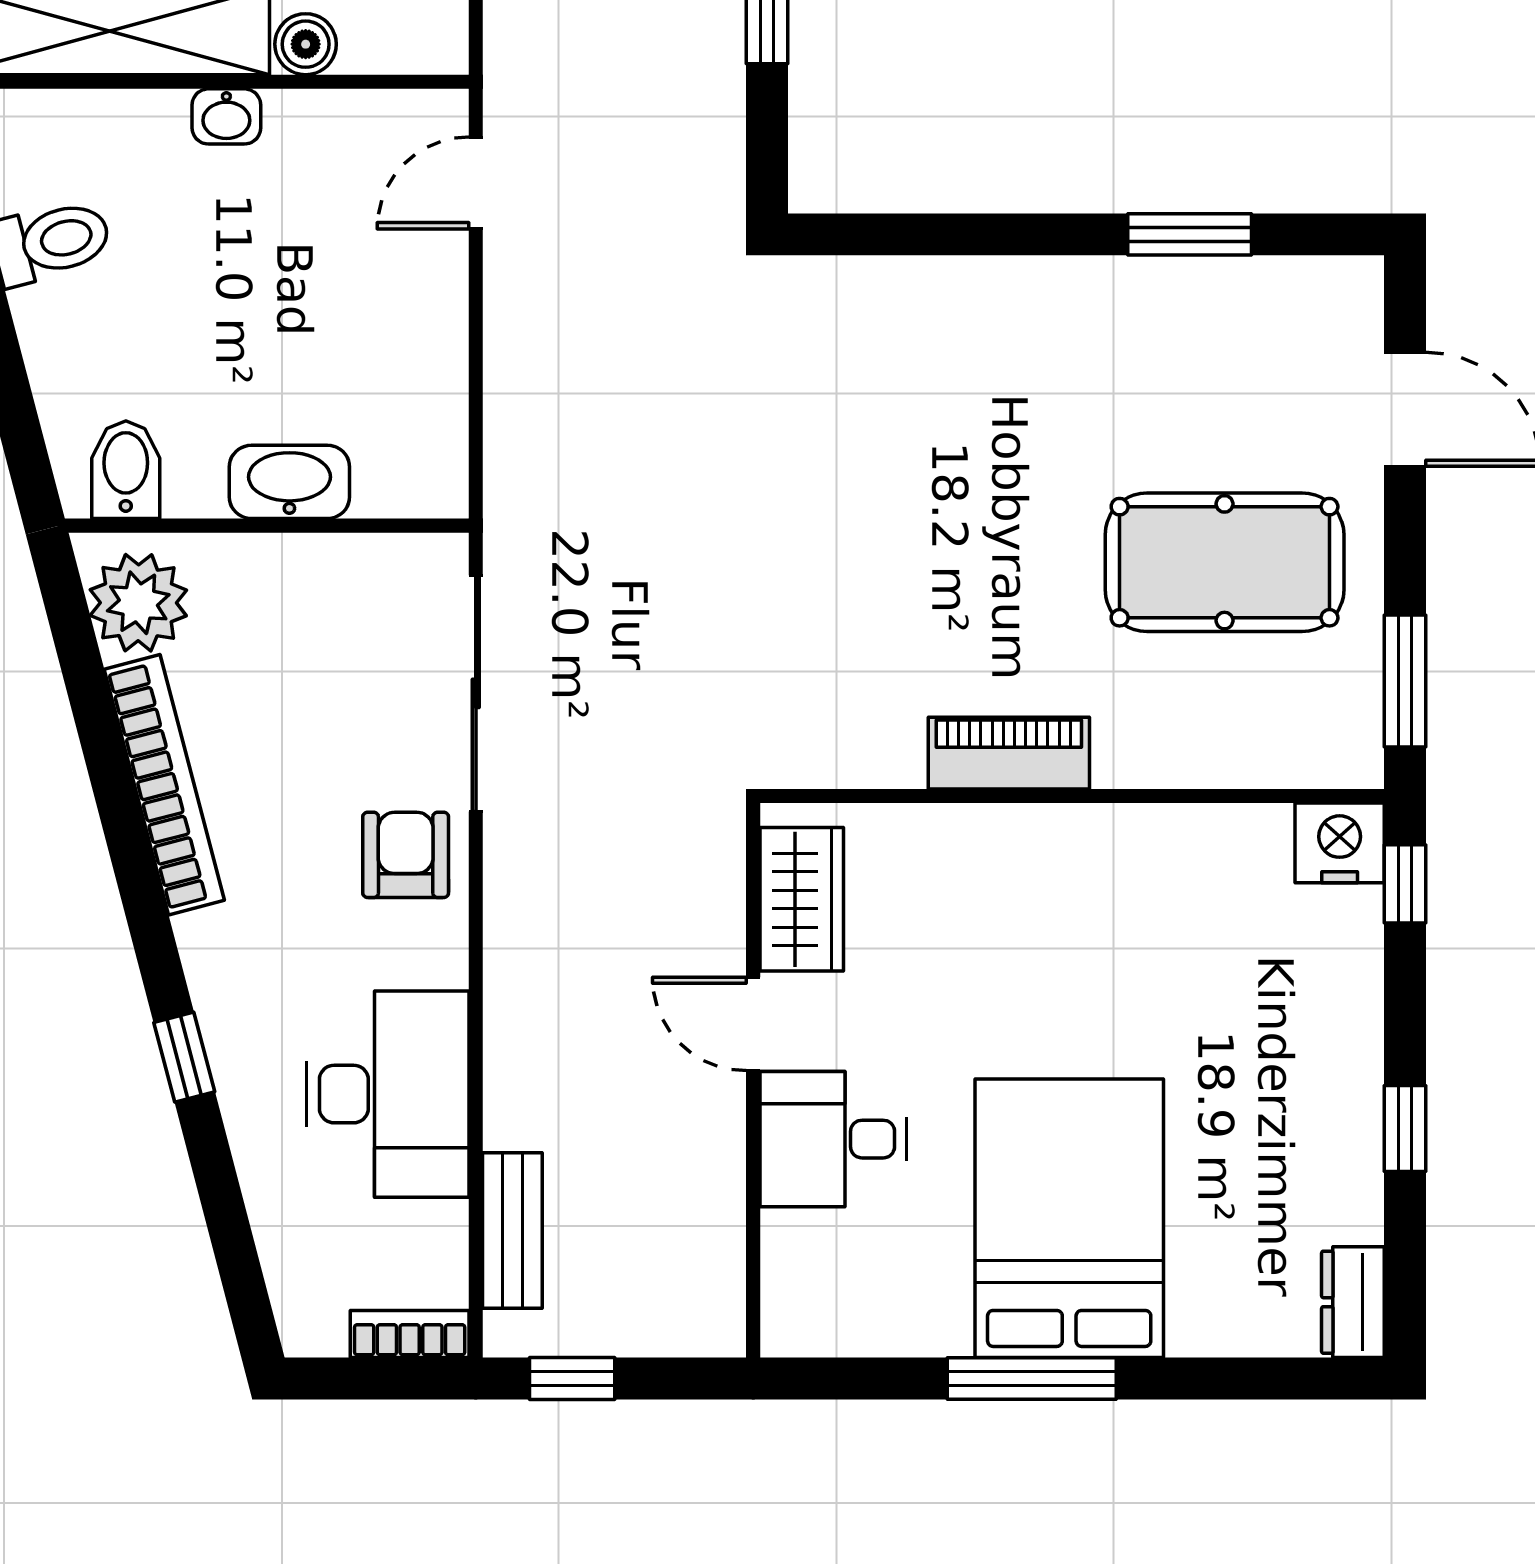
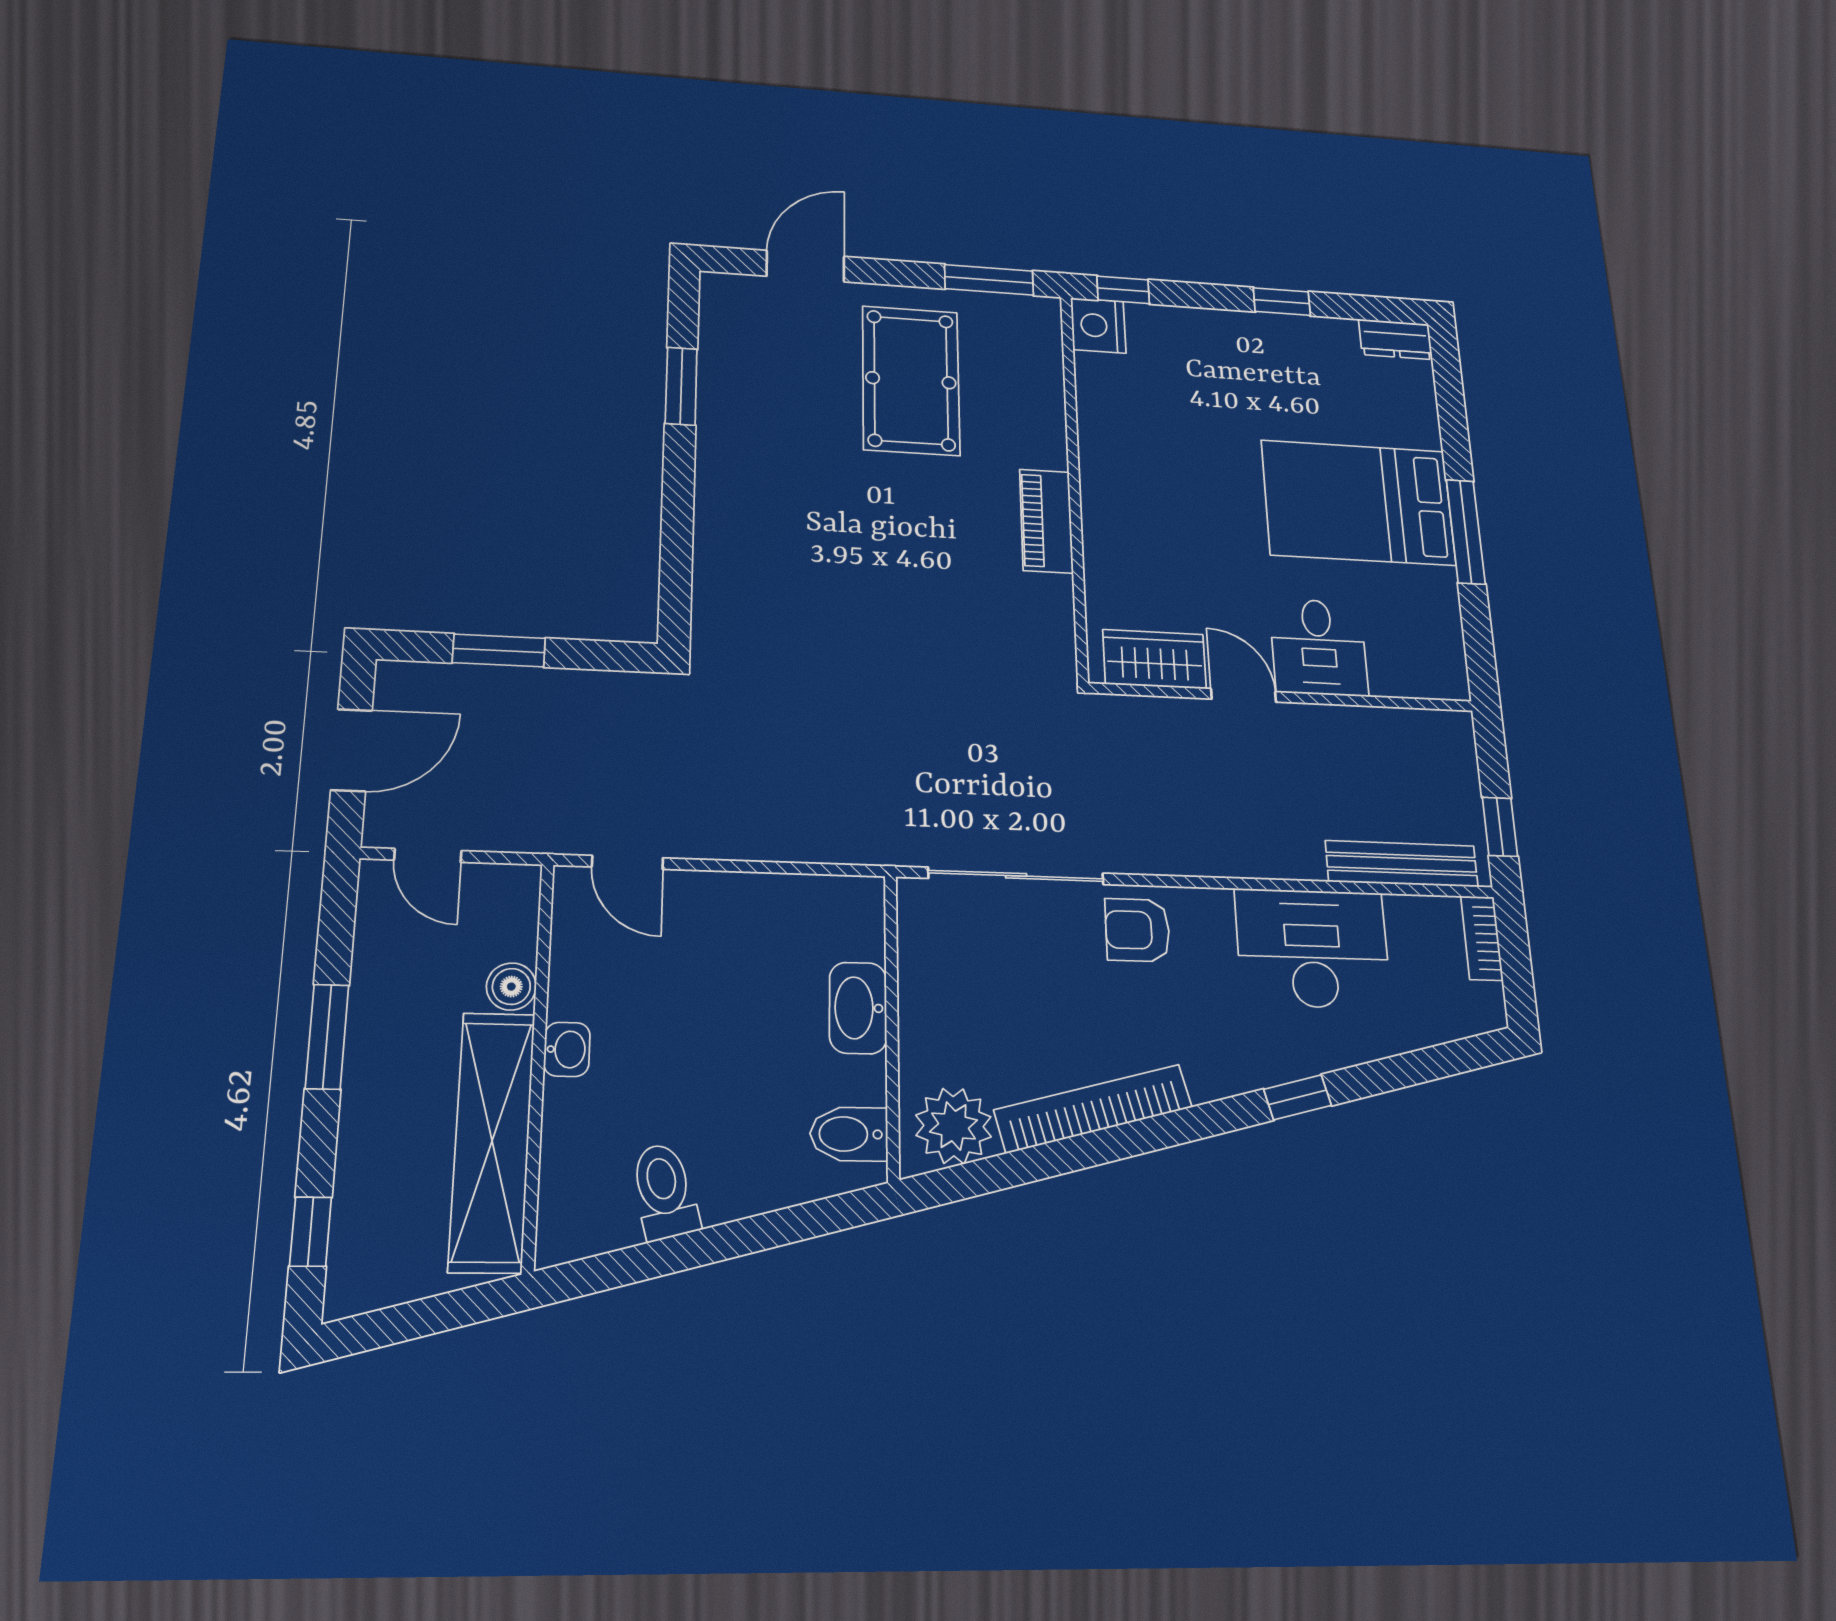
door: (753, 1024) -> (1244, 695), swing flipped
bench: (512, 1231) -> (1402, 864), width x1.36

